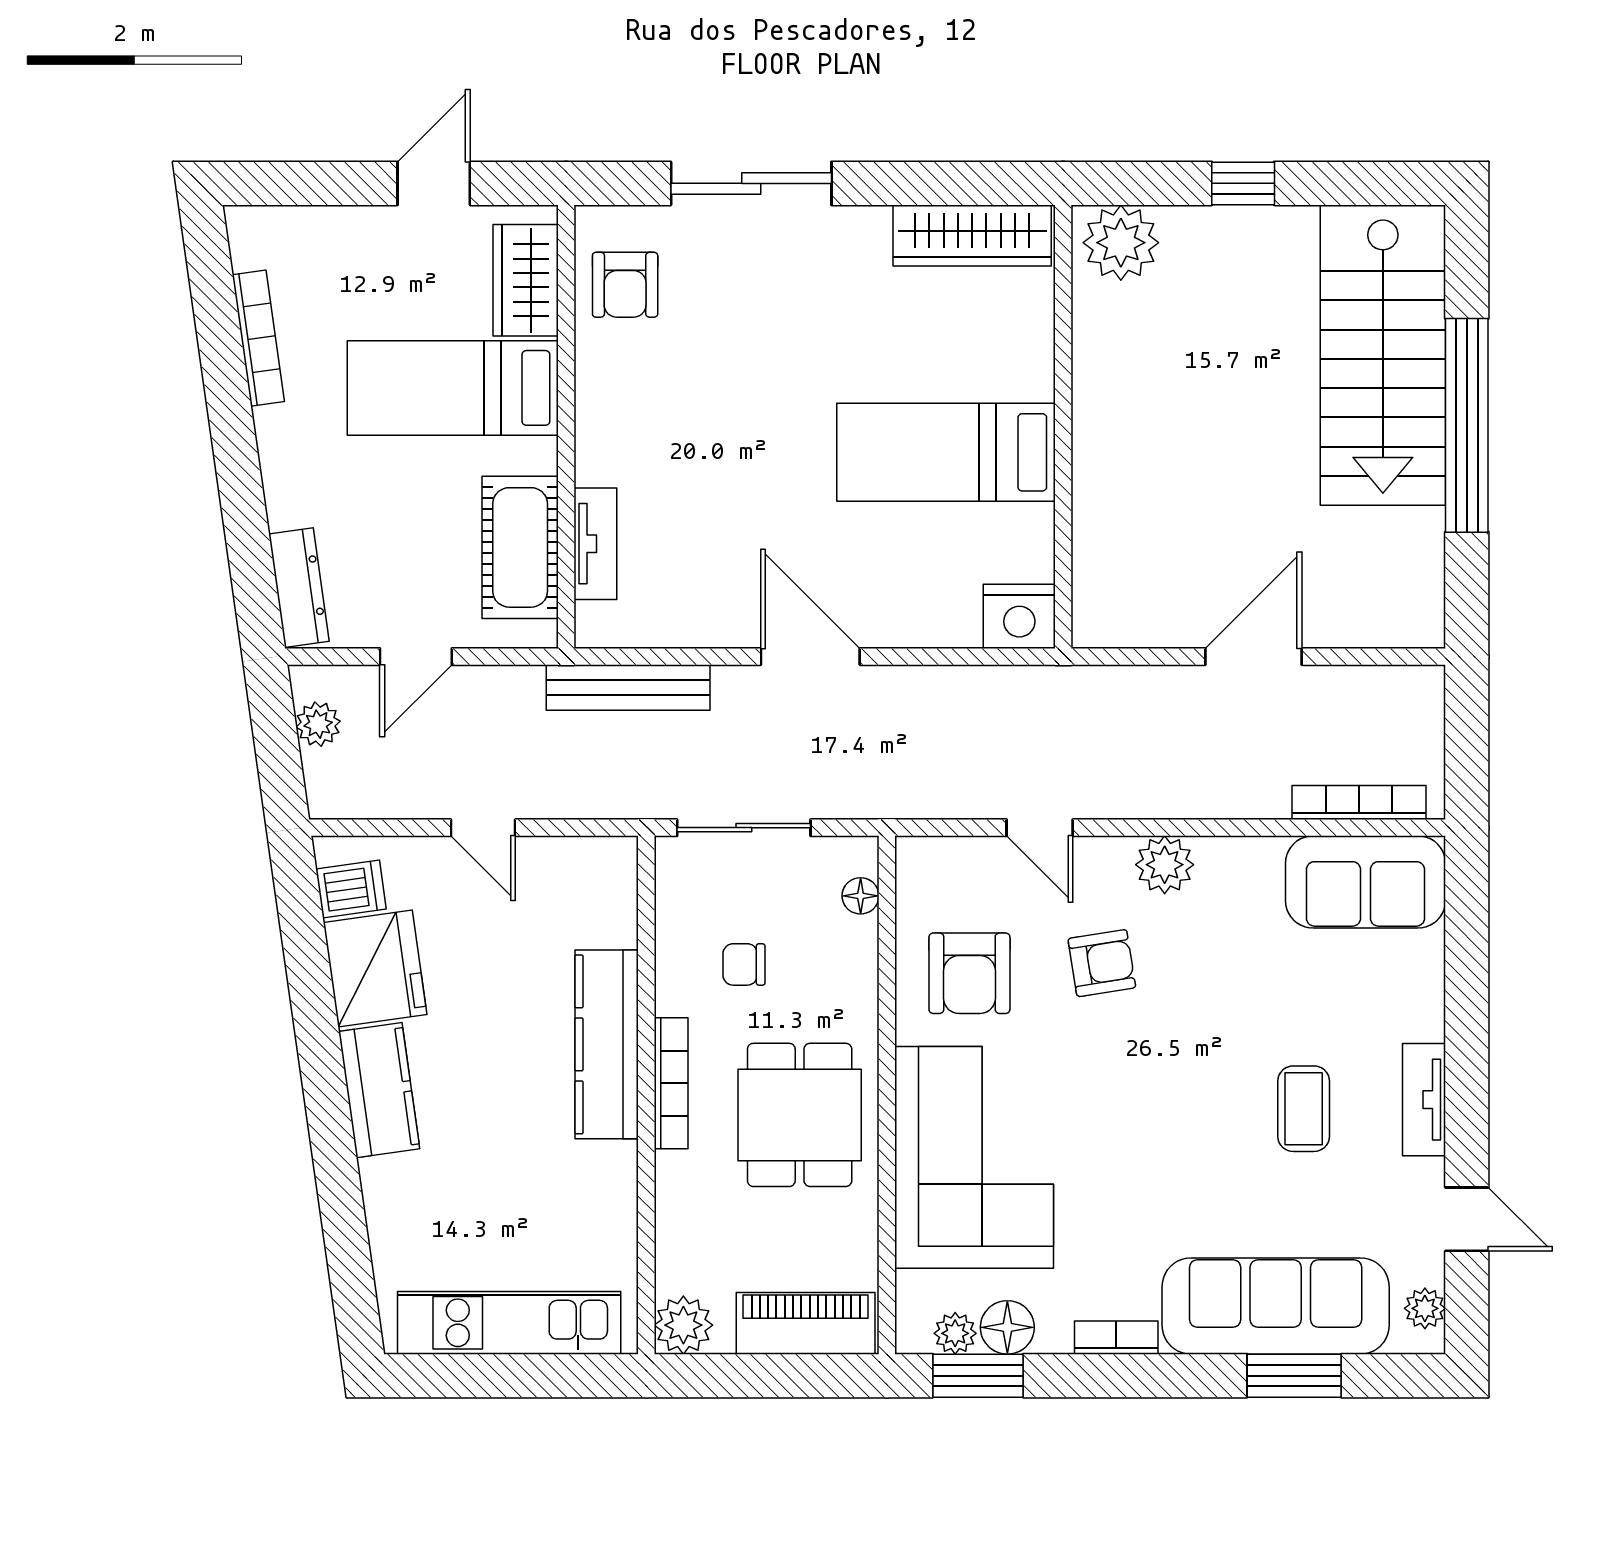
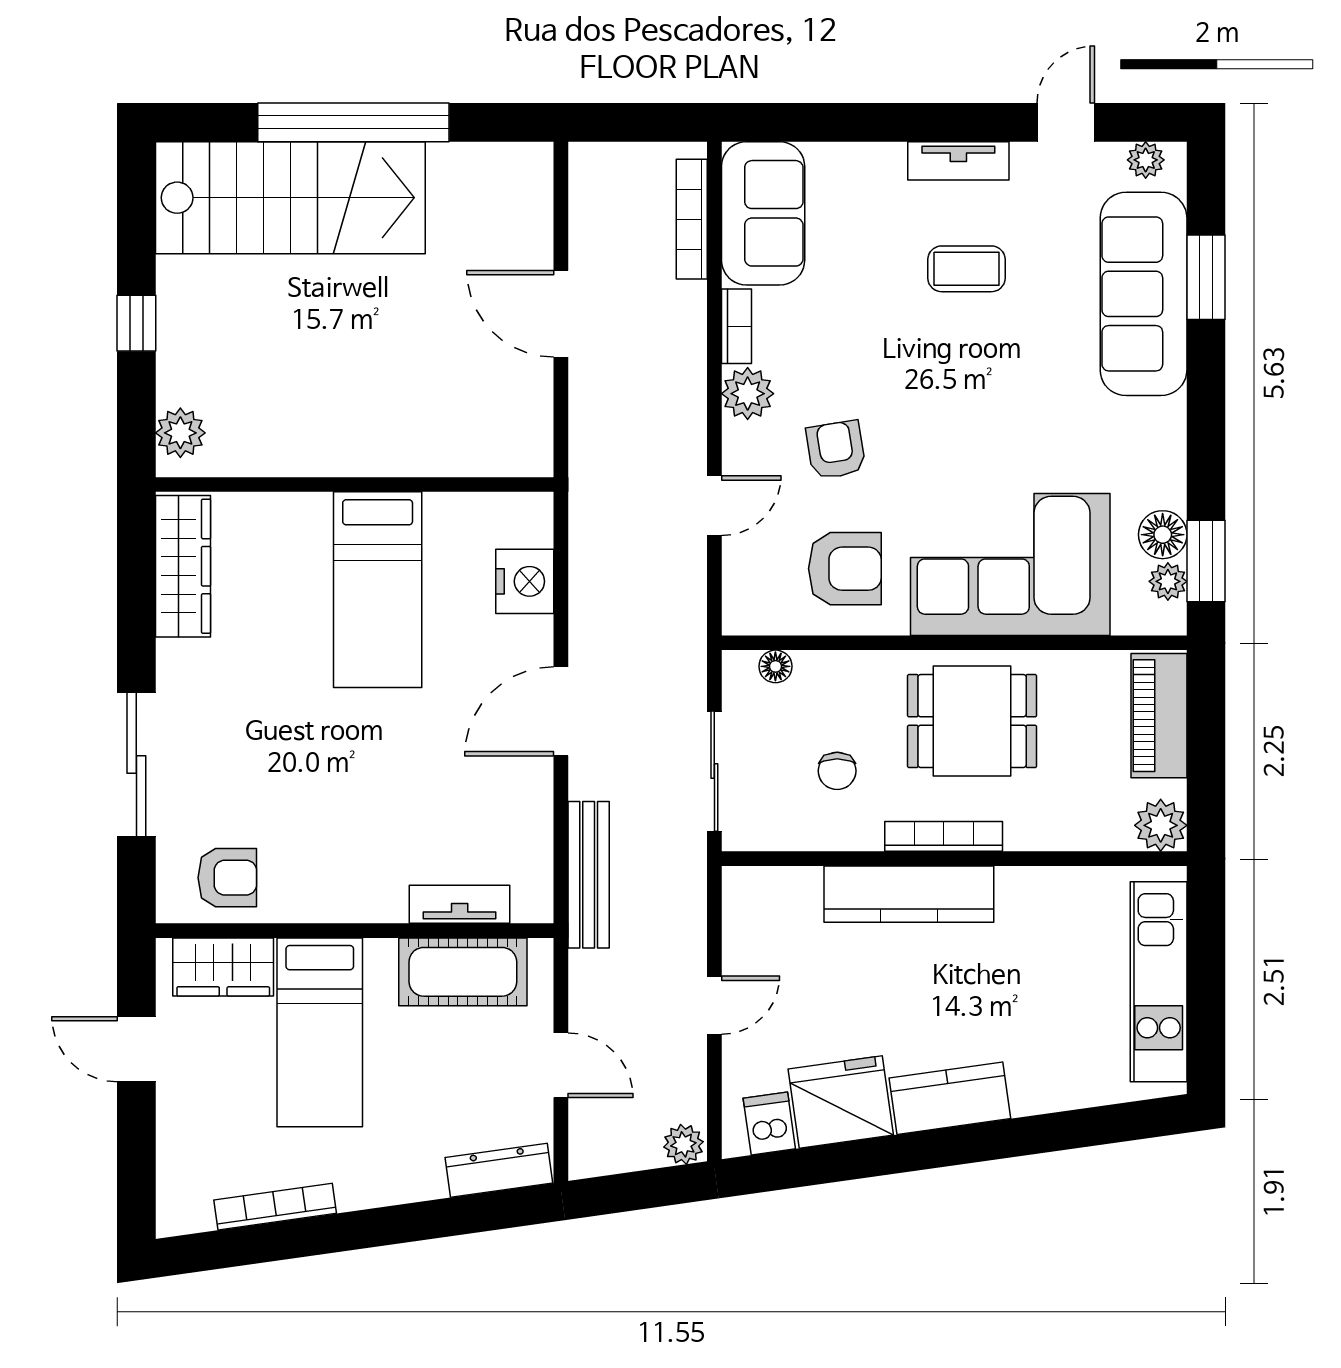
plant: (1121, 243) -> (180, 433), width x0.73, depth x0.73
nightstand: (1019, 616) -> (525, 581), moved
plant: (318, 724) -> (683, 1144), moved
bookcase: (1116, 1338) -> (736, 326), moved, turned 180

